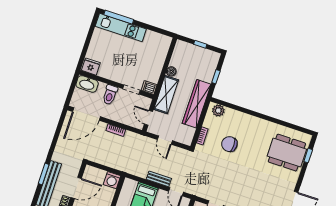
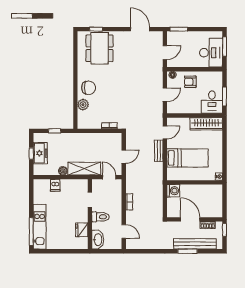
freezer: (198, 54) -> (40, 153), added
fridge: (91, 67) -> (82, 230), moved
dishwasher: (149, 88) -> (55, 185), moved
wardrobe: (197, 104) -> (83, 140), removed
plant: (218, 110) -> (83, 105), moved
door: (87, 114) -> (124, 231), width x0.53
door: (148, 118) -> (109, 177), swing flipped
chair: (229, 144) -> (89, 88), moved, turned -90

